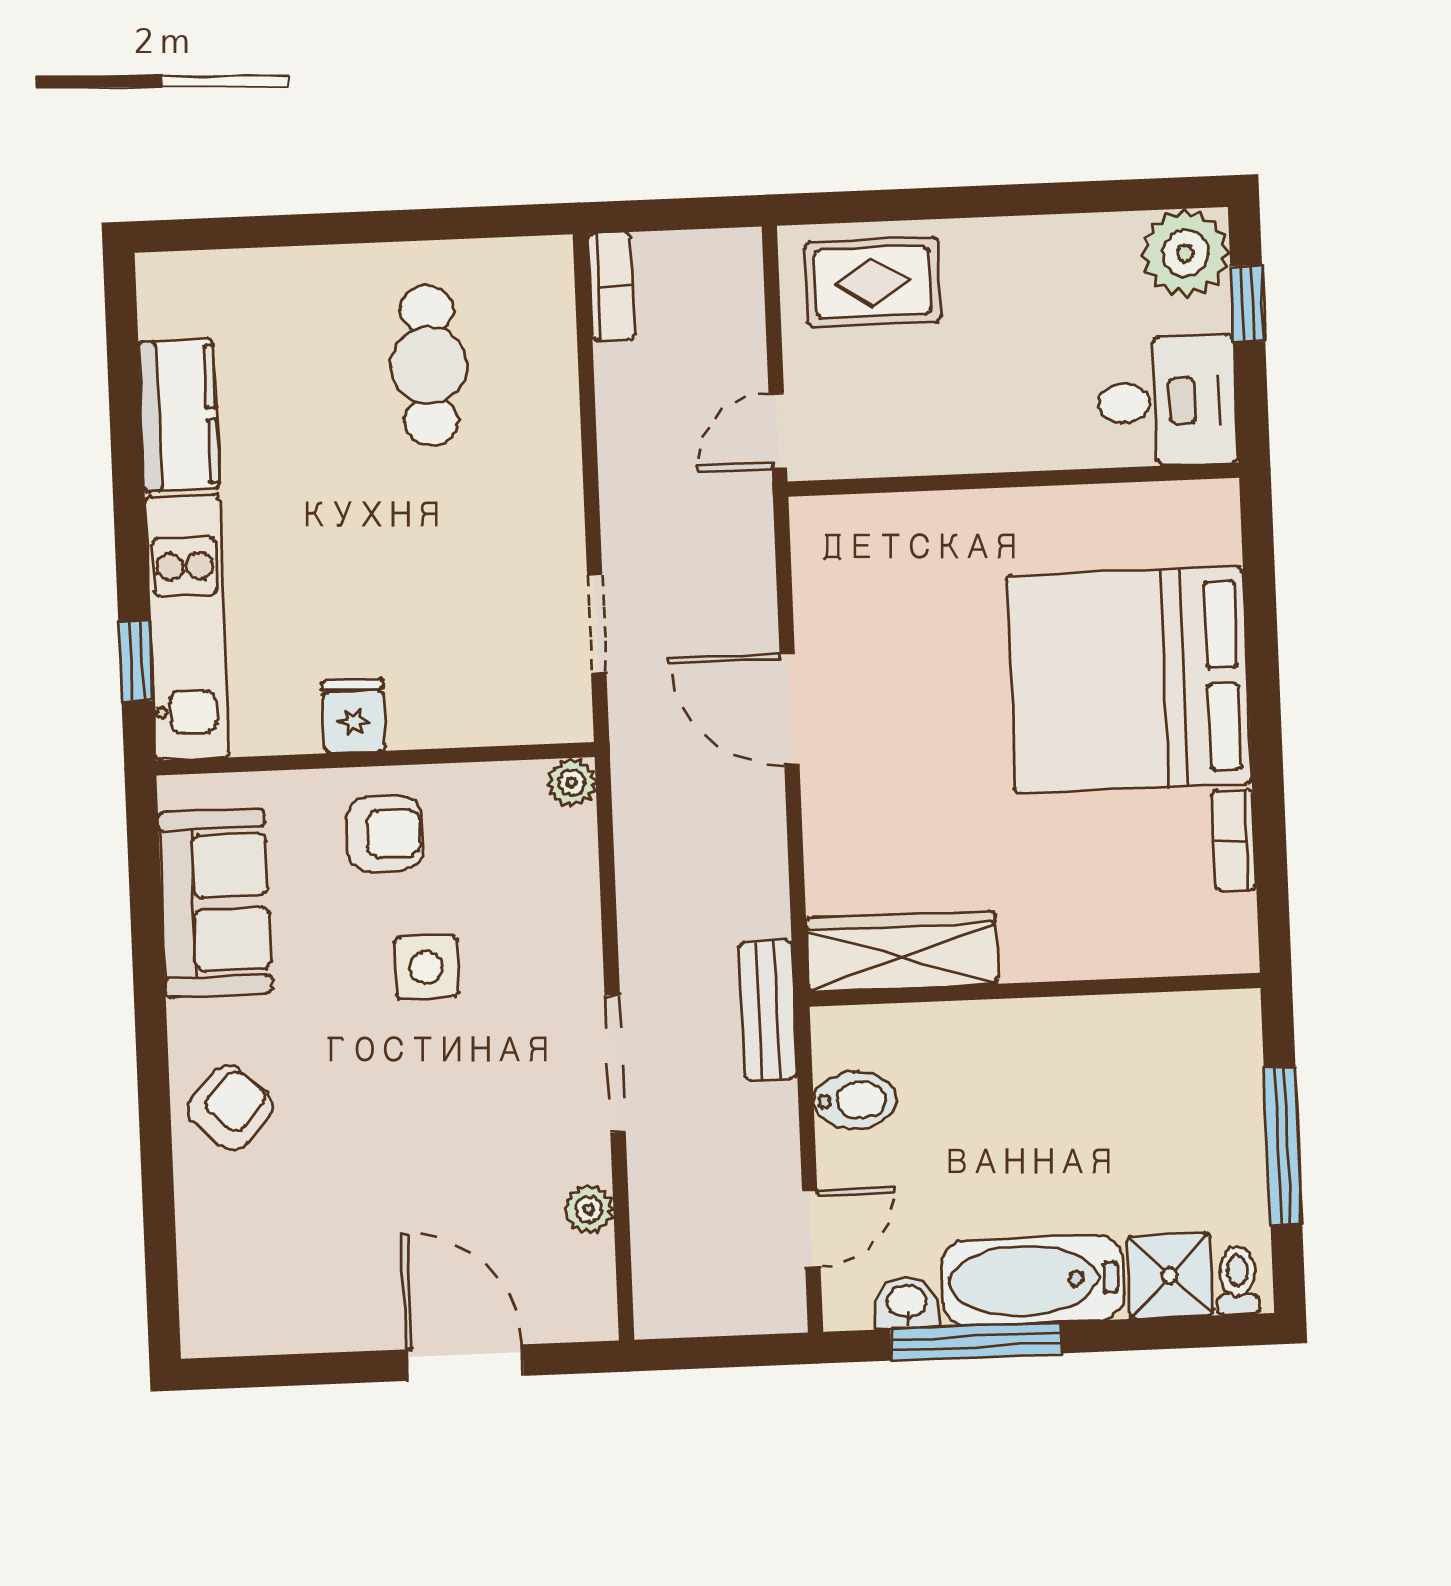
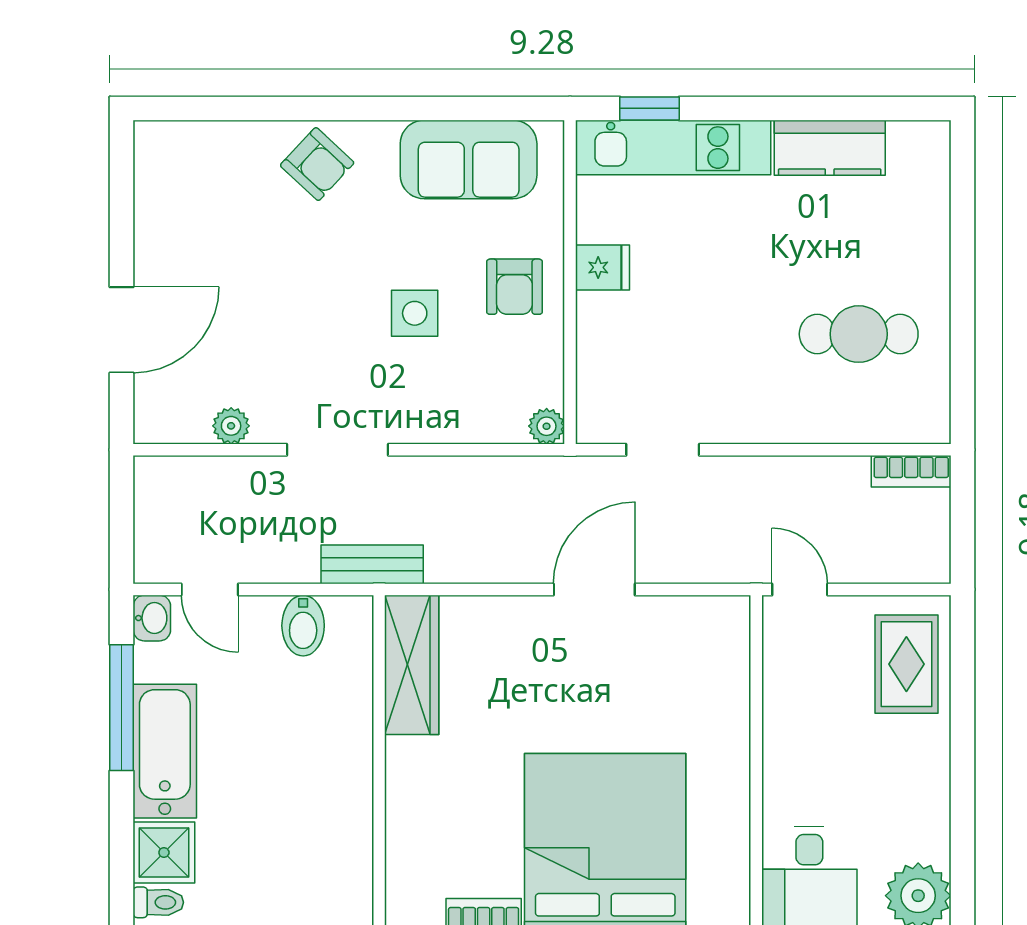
washbasin: (907, 1303) -> (152, 618), moved

